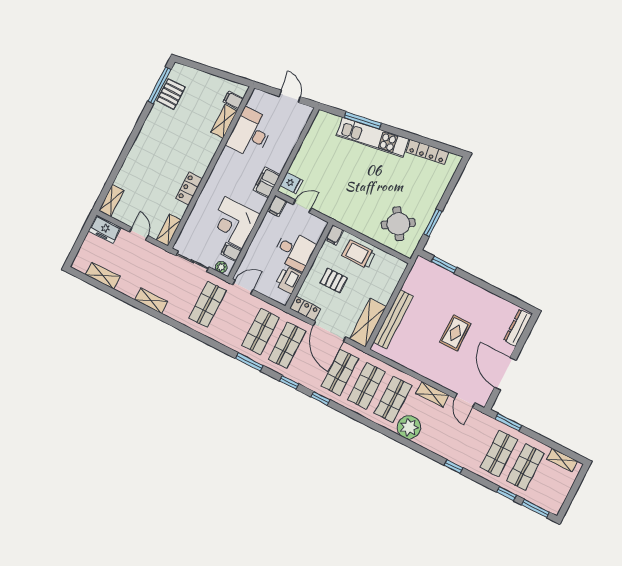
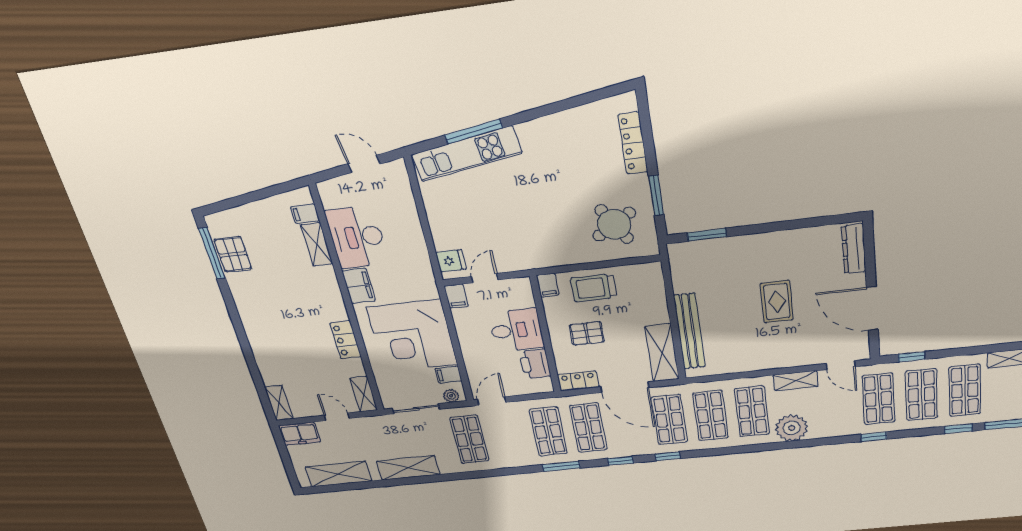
kitchen unit: (373, 137) -> (467, 154), moved
locker: (427, 152) -> (633, 143), moved, turned 99
filing cabinet: (267, 182) -> (359, 286), moved, turned 180
corner desk: (234, 223) -> (412, 336), width x1.36, depth x1.36
shelving: (103, 276) -> (339, 474), width x1.50, depth x1.33
shelving: (151, 301) -> (408, 468), width x1.50, depth x1.33
window: (508, 422) -> (912, 357), width x0.67
shop shelf: (472, 440) -> (879, 399), added

